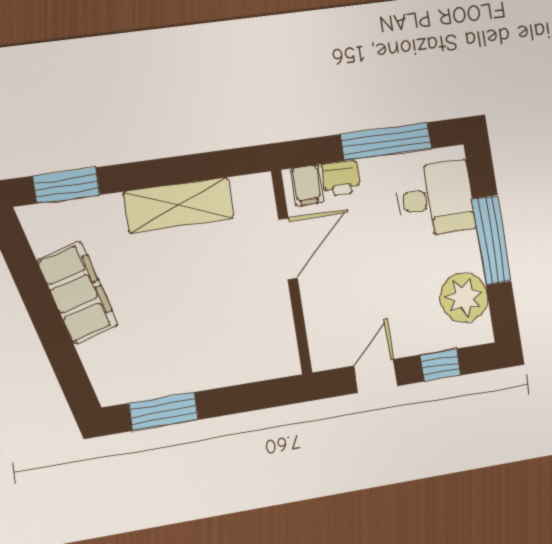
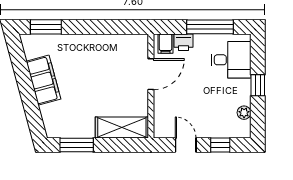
shelving: (179, 205) -> (122, 128), moved
window: (492, 240) -> (258, 85), width x0.46
plant: (464, 298) -> (244, 113), width x0.53, depth x0.53
door: (376, 376) -> (186, 145), hinge flipped

